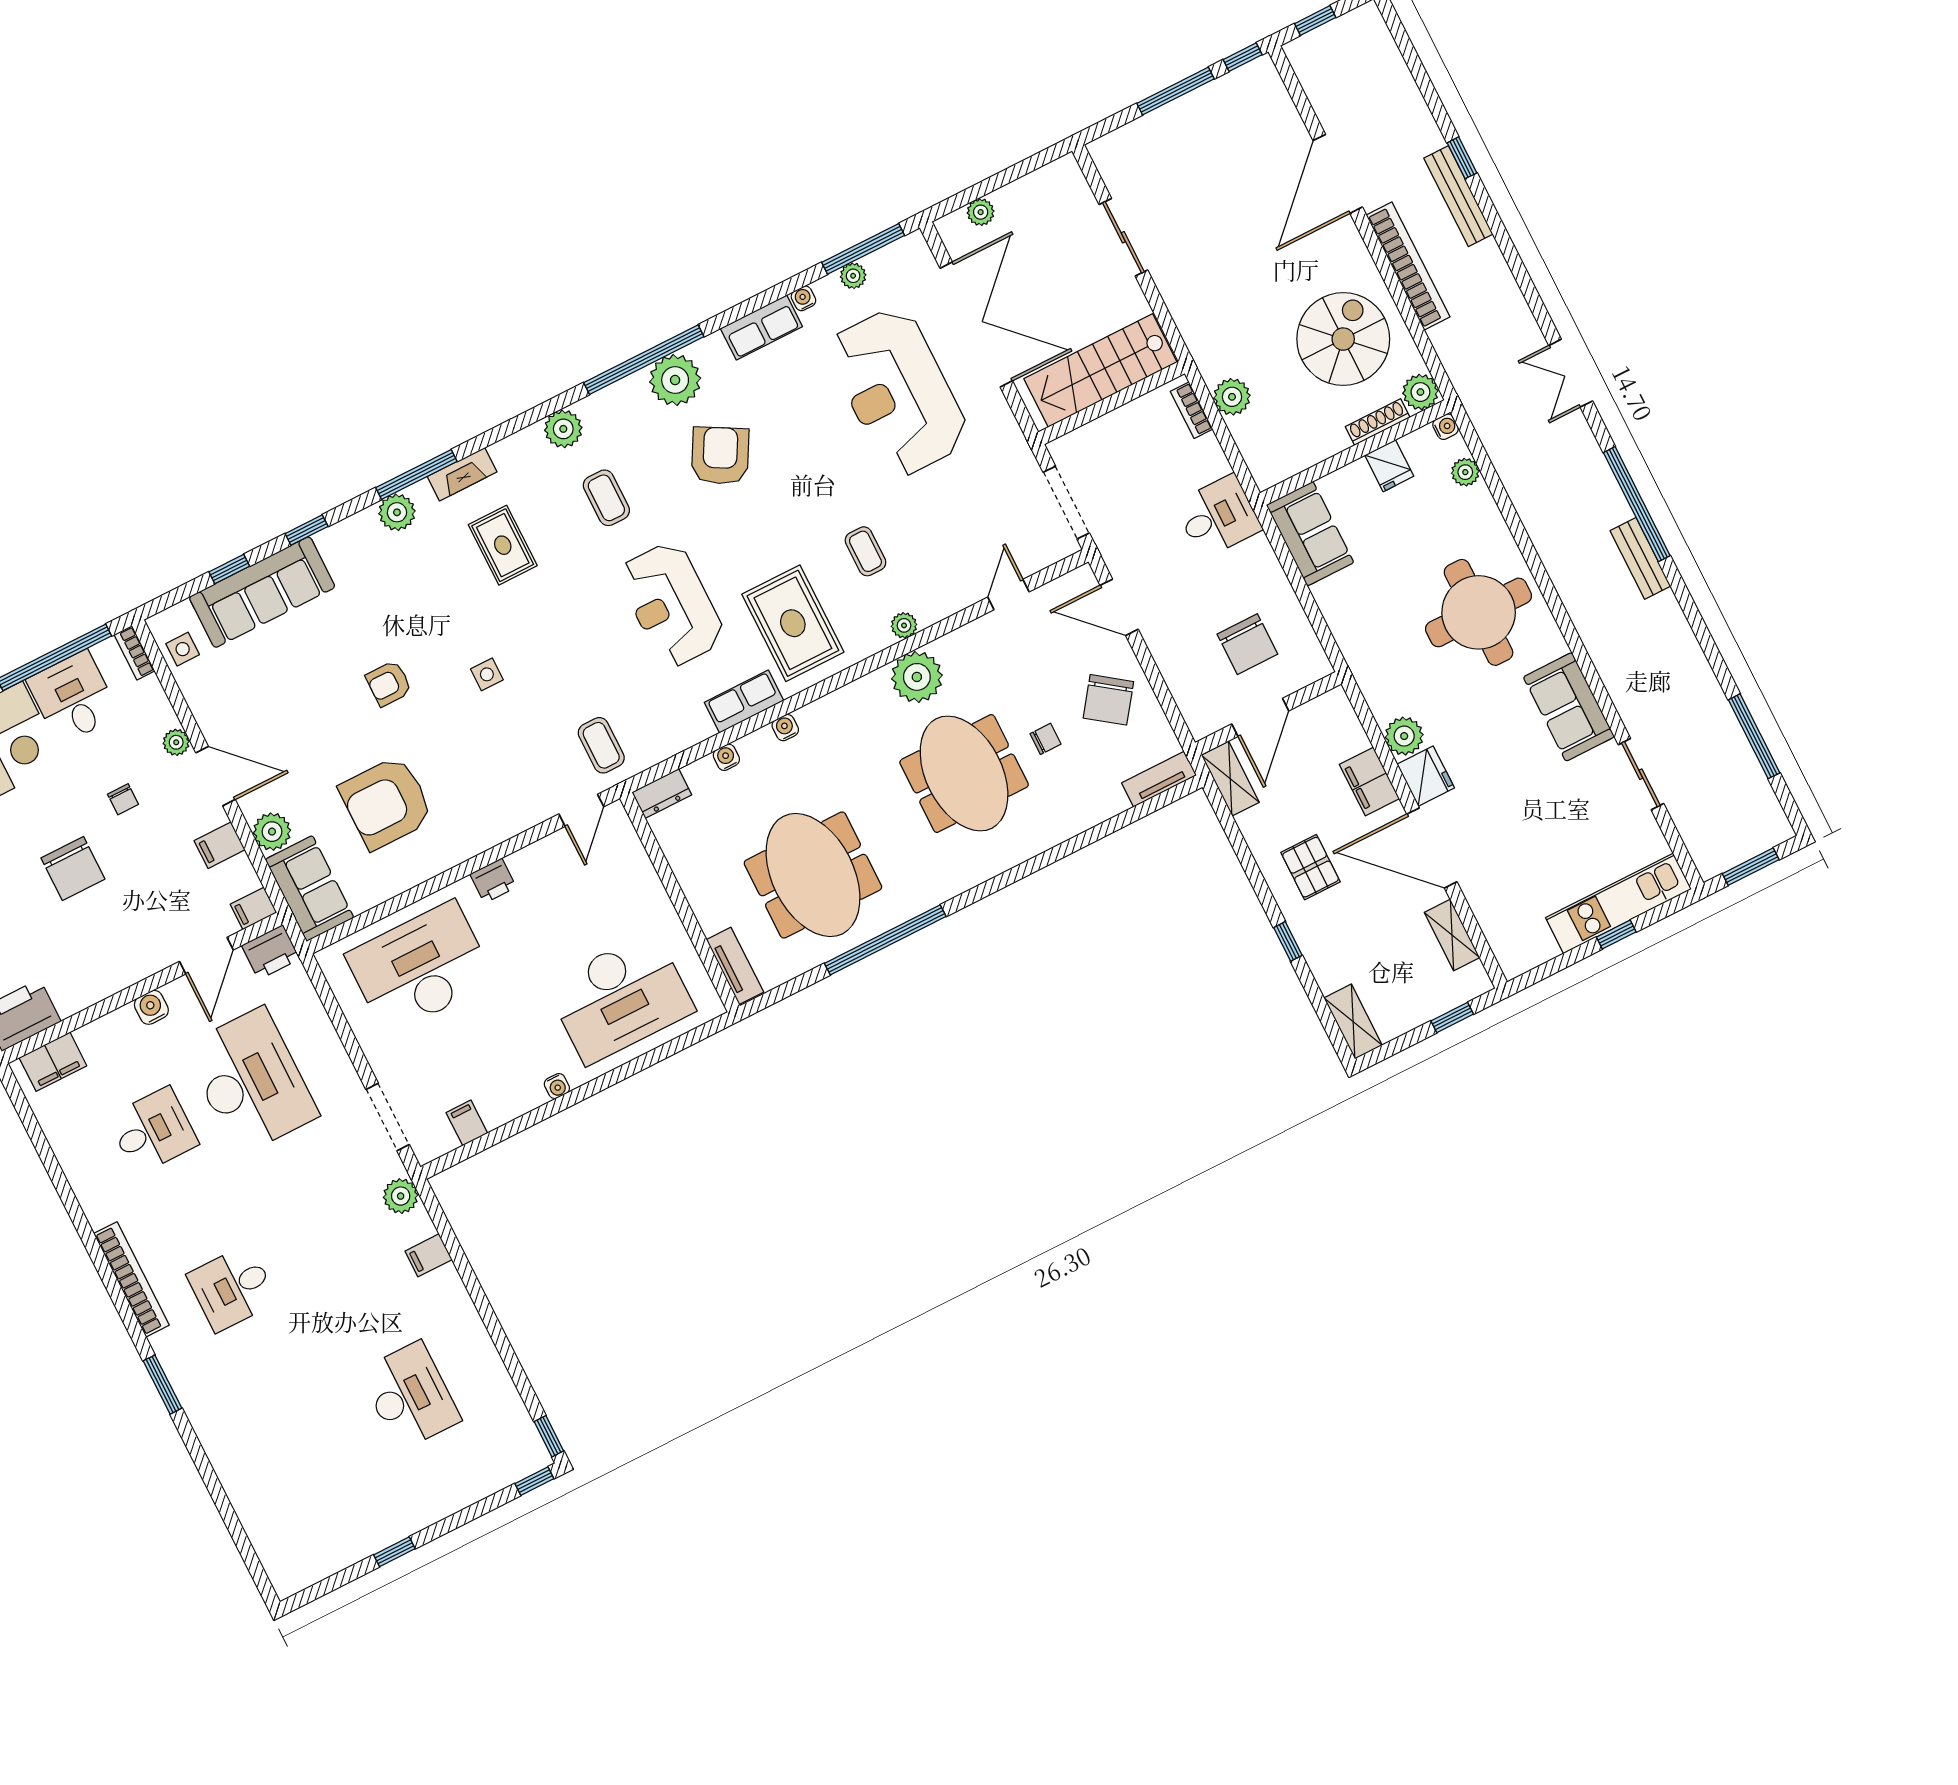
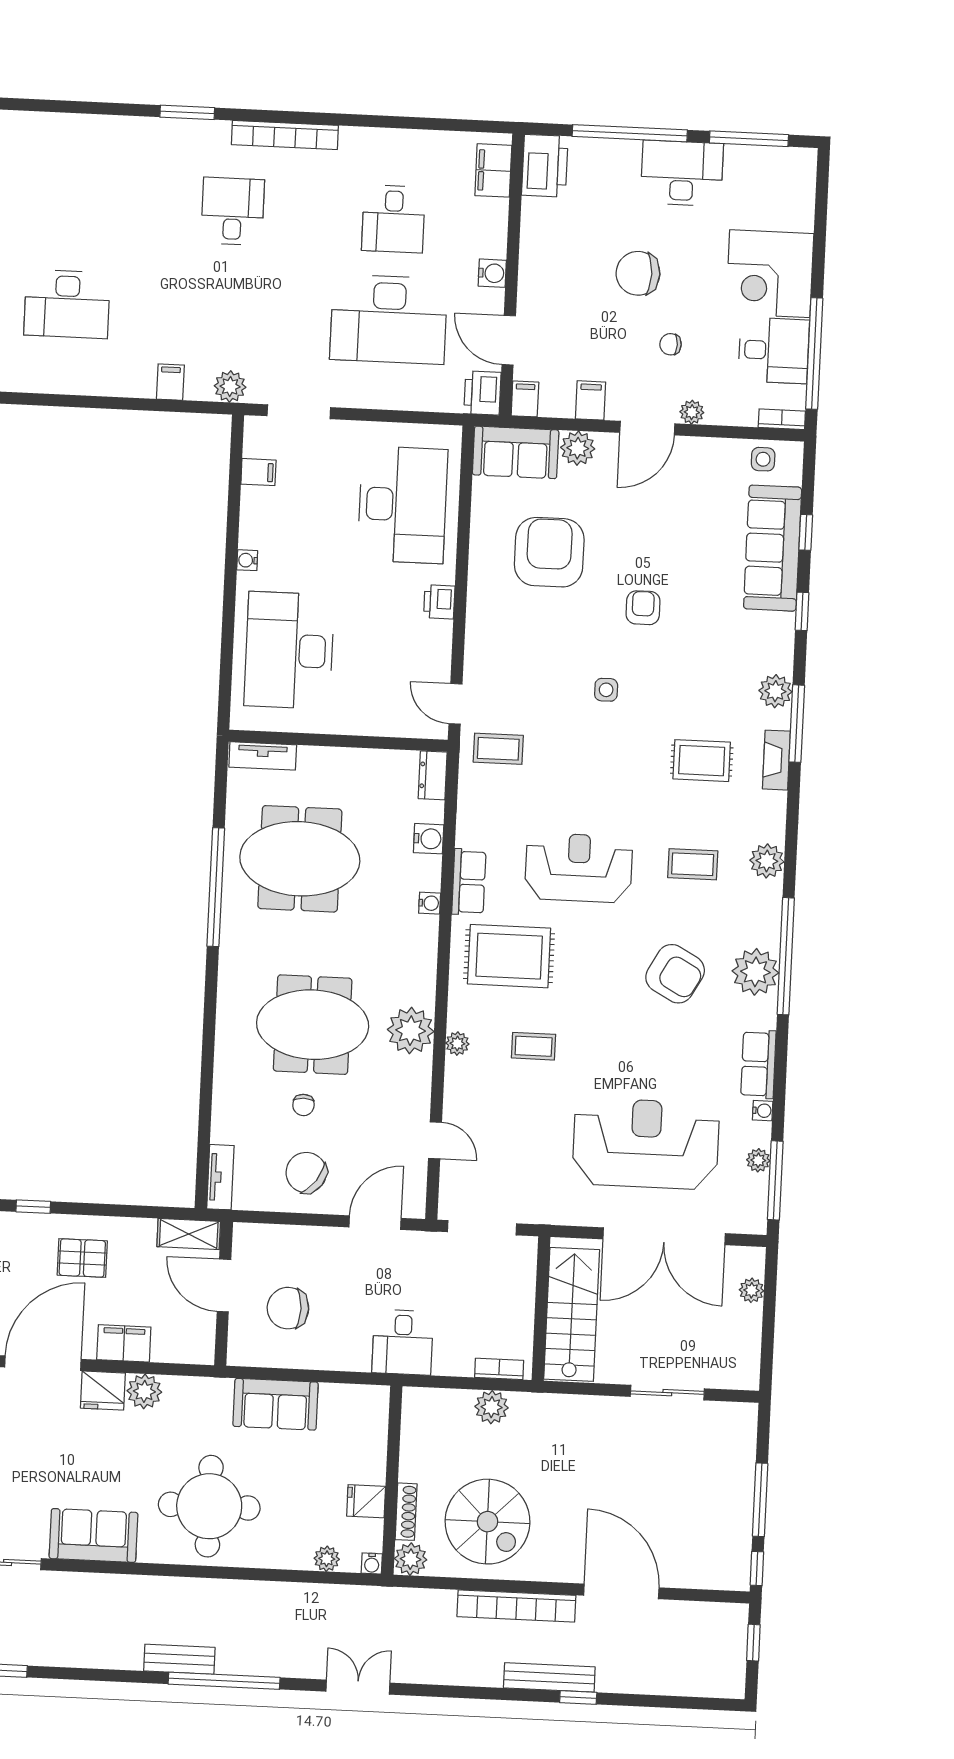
sofa: (1310, 534) -> (276, 1404), moved
water cooler: (726, 757) -> (429, 839), width x1.38, depth x1.38

